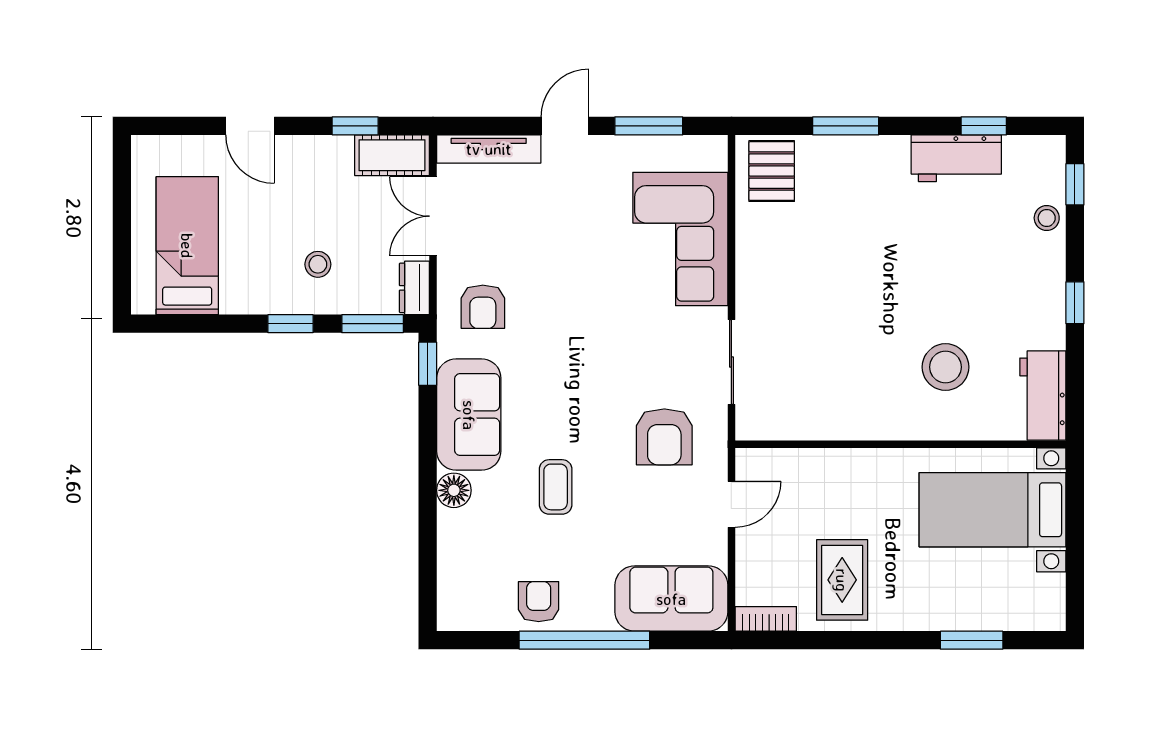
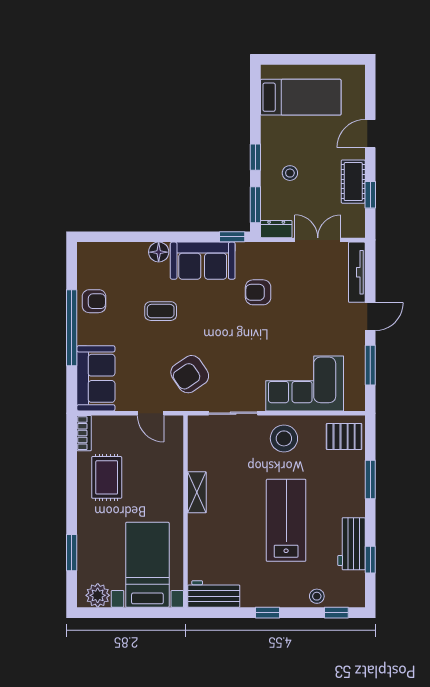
door: (565, 126) -> (370, 317), hinge flipped
cot: (392, 155) -> (353, 182), moved
lab bench: (916, 271) -> (286, 520), added
armchair: (483, 307) -> (258, 292), moved
stool: (946, 367) -> (284, 438), moved
shelving: (868, 425) -> (197, 492), added
armchair: (664, 437) -> (190, 374), turned -34
rug: (842, 580) -> (107, 477), turned 90
plant: (1045, 595) -> (98, 595), added

